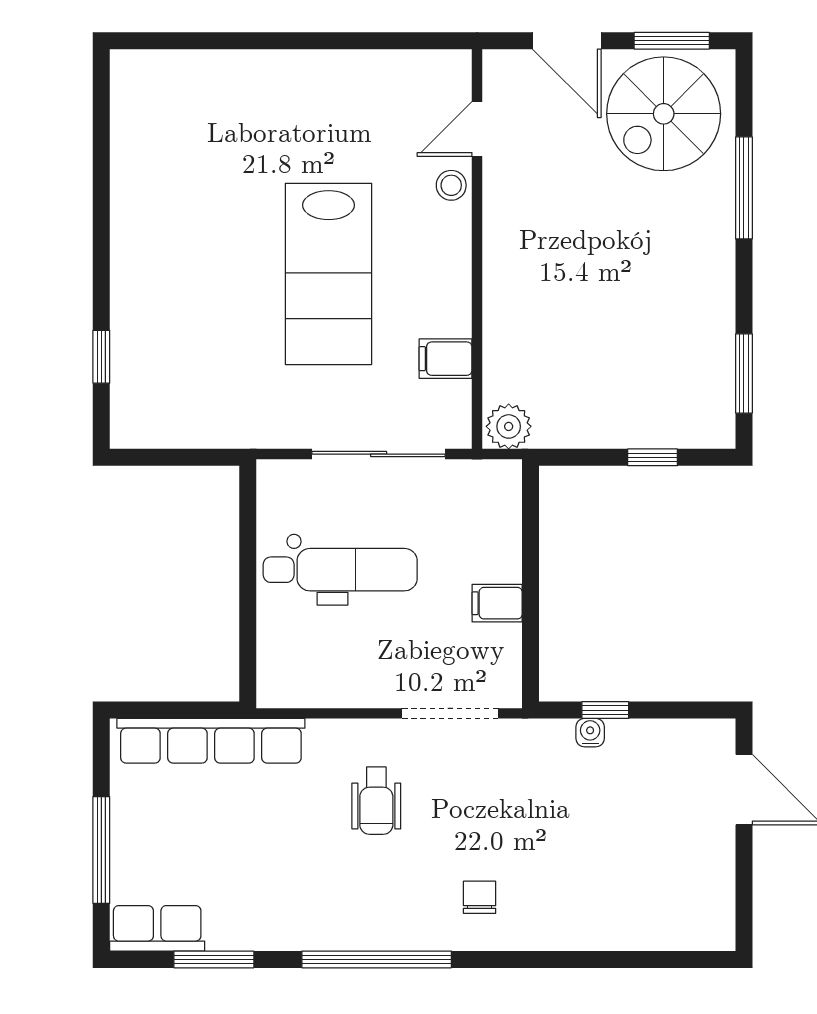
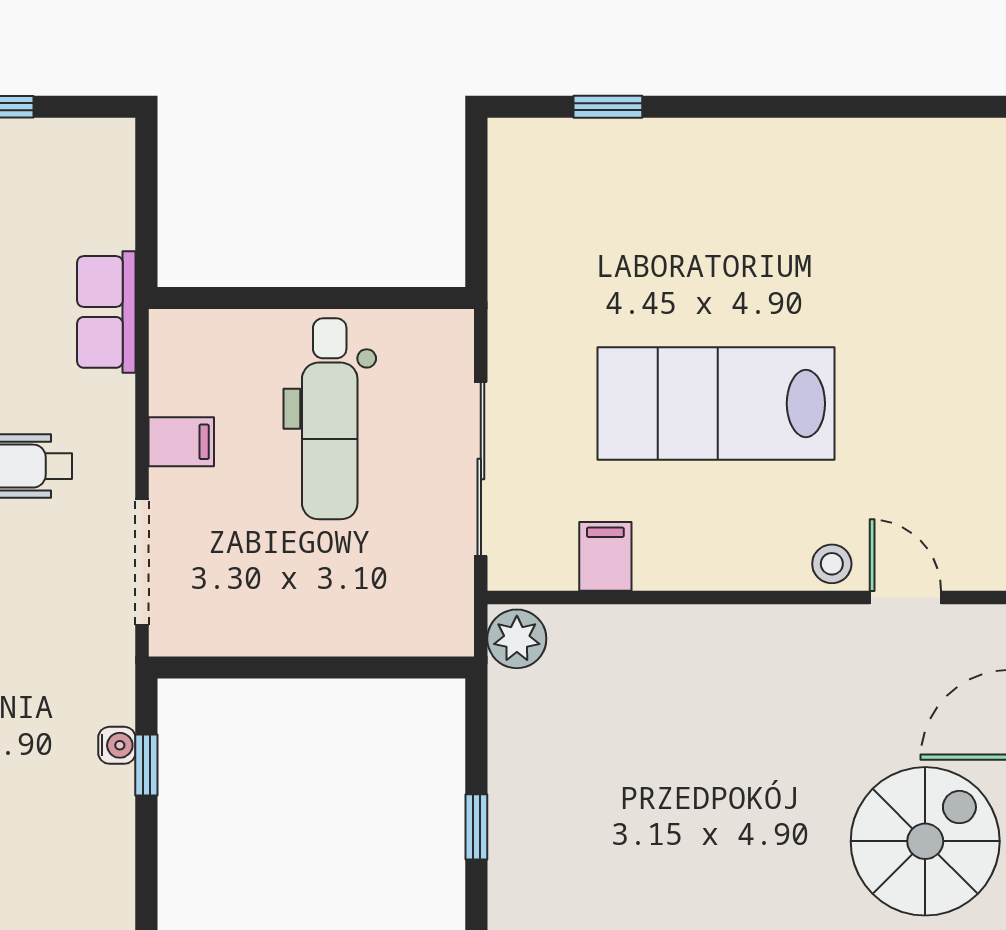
spiral stairs: (664, 114) -> (925, 841), turned 90
filing cabinet: (497, 603) -> (181, 442), moved, turned 90
row of seats: (211, 741) -> (106, 312), width x0.50

